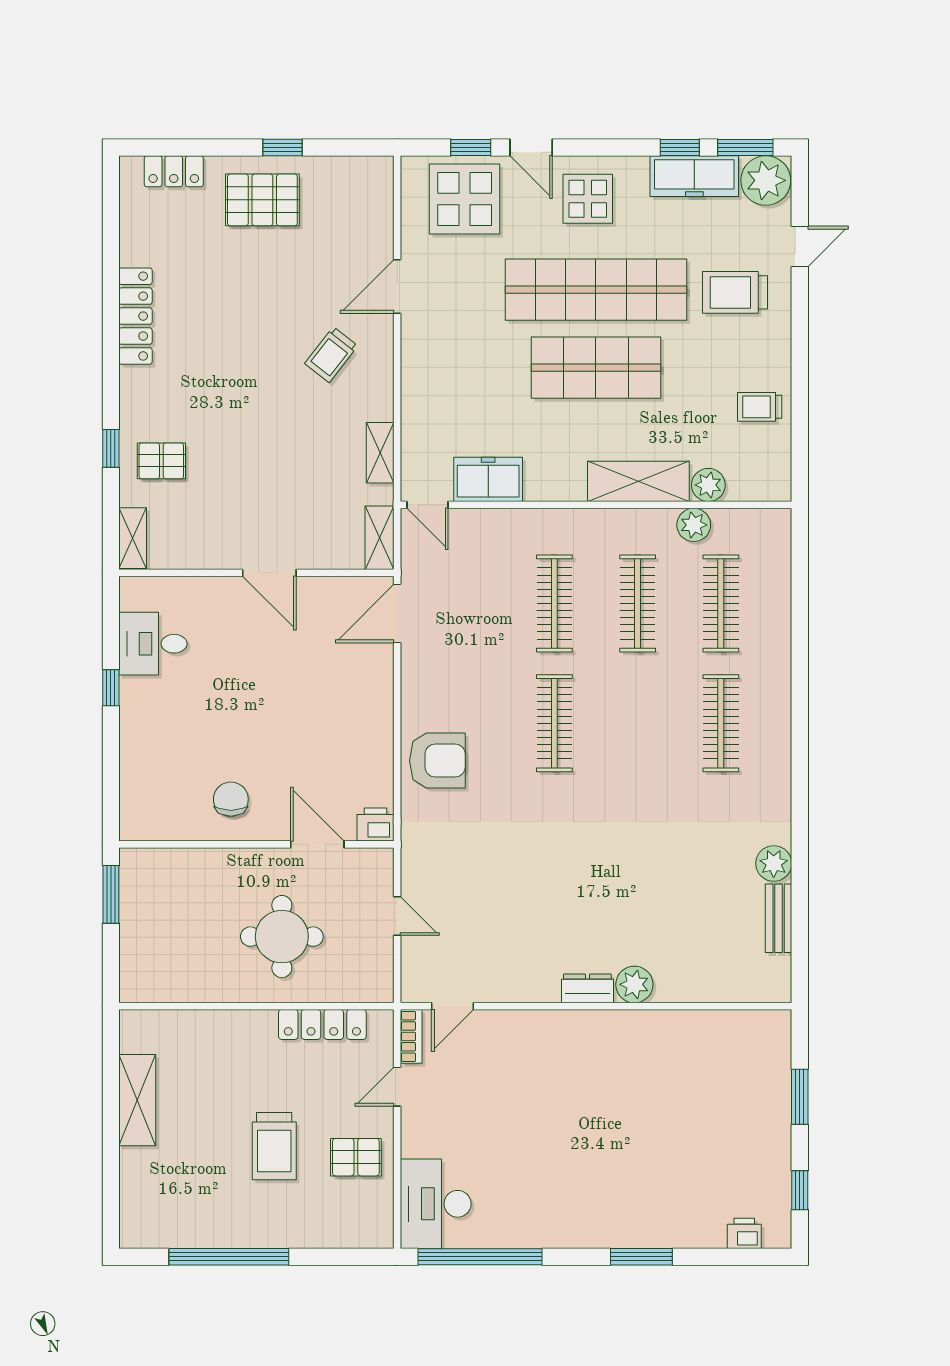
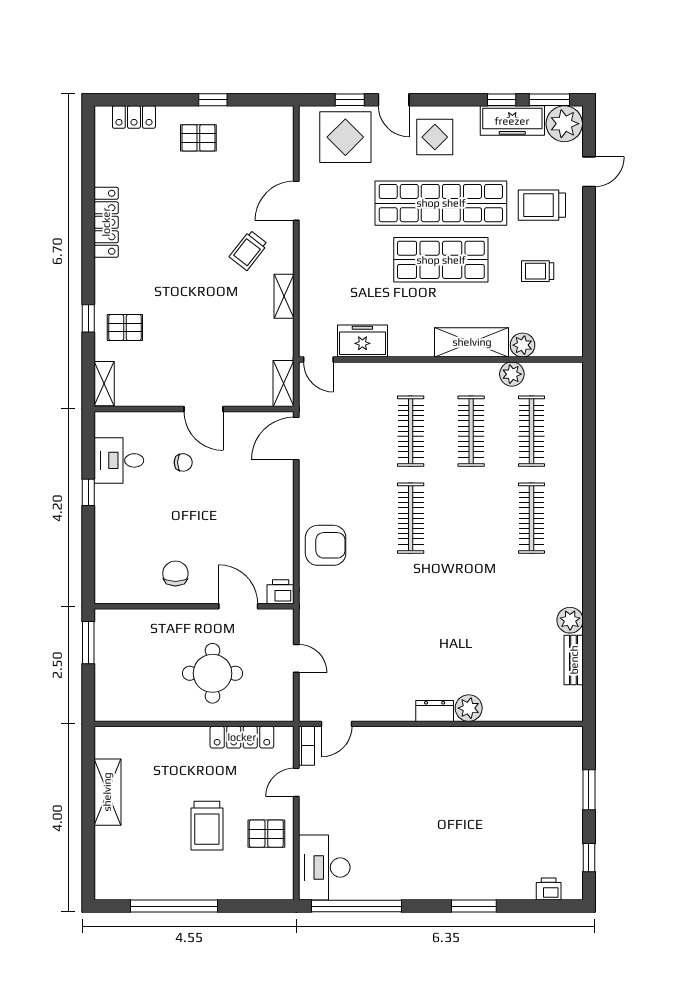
pallet: (262, 200) -> (198, 138), width x0.67, depth x0.71
trolley: (760, 407) -> (538, 271), moved
shelving: (380, 453) -> (284, 296), moved
chair: (241, 647) -> (183, 462), added

